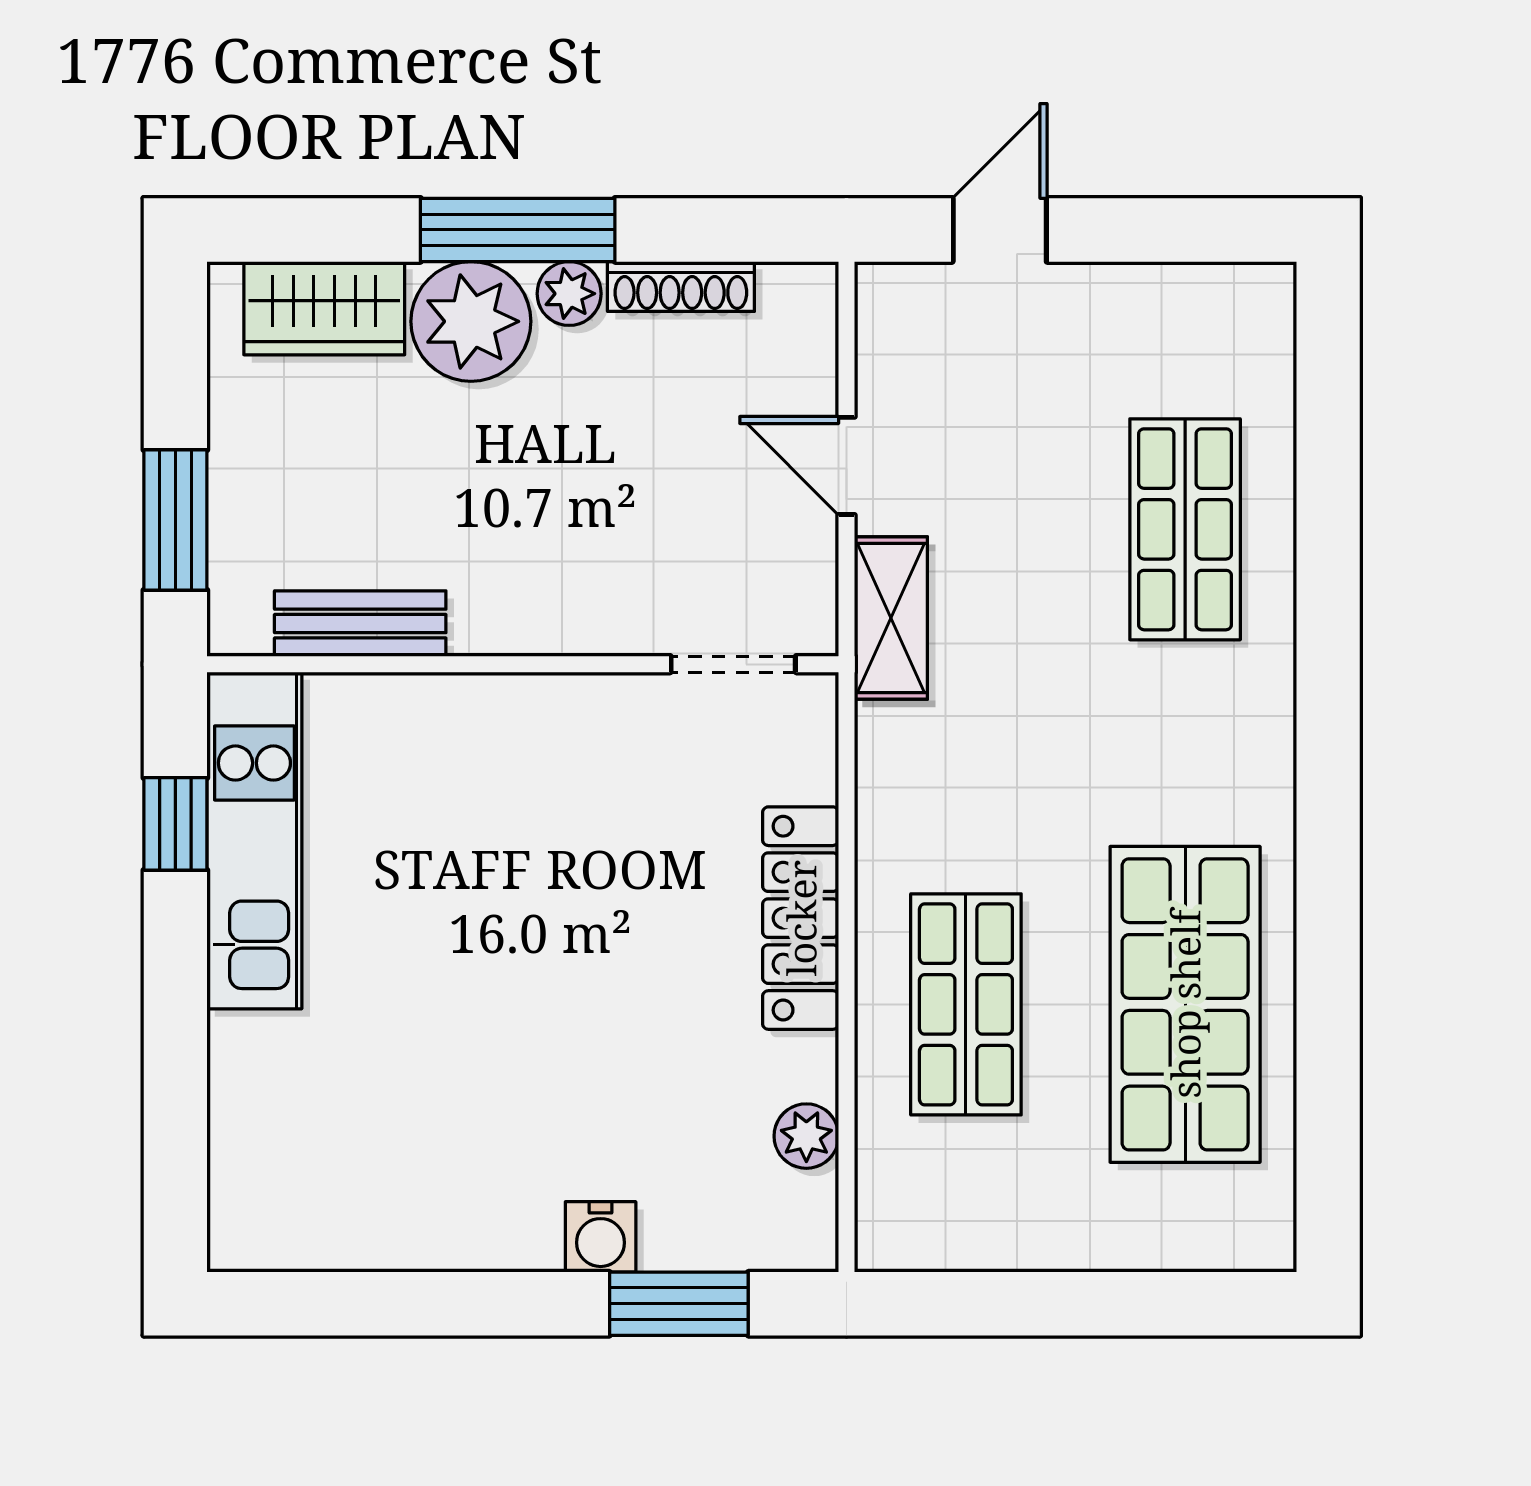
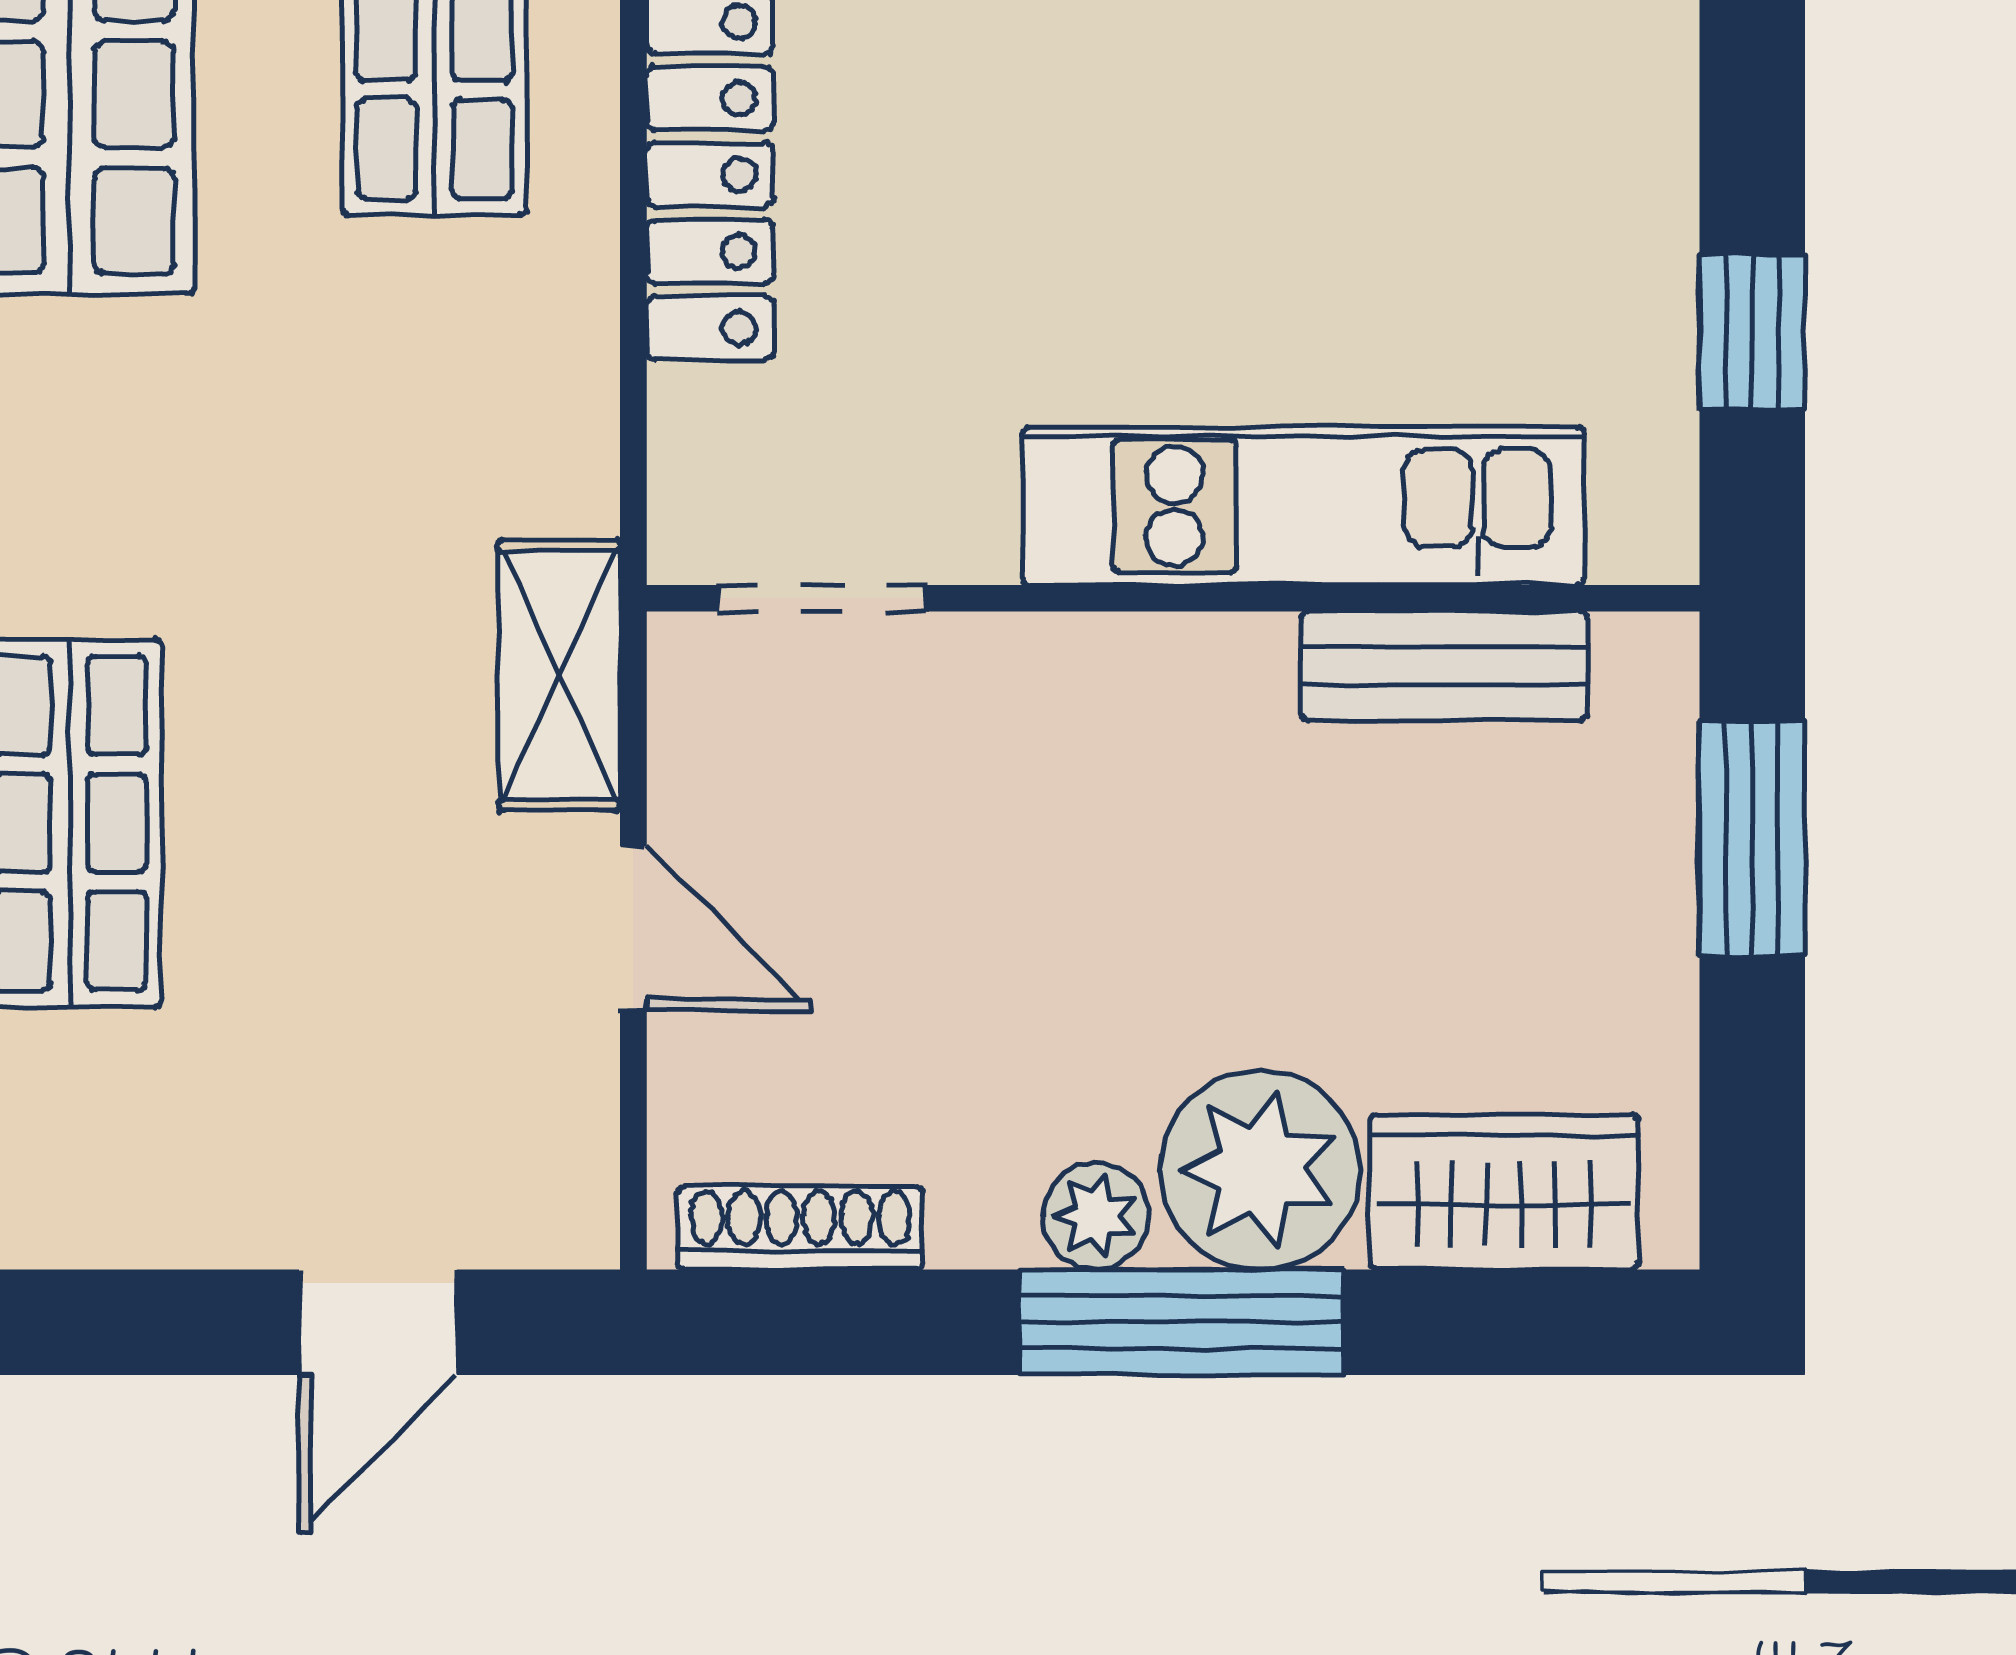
shoe rack: (681, 287) -> (800, 1228), moved
kitchen unit: (254, 840) -> (1304, 506), moved, turned 90

